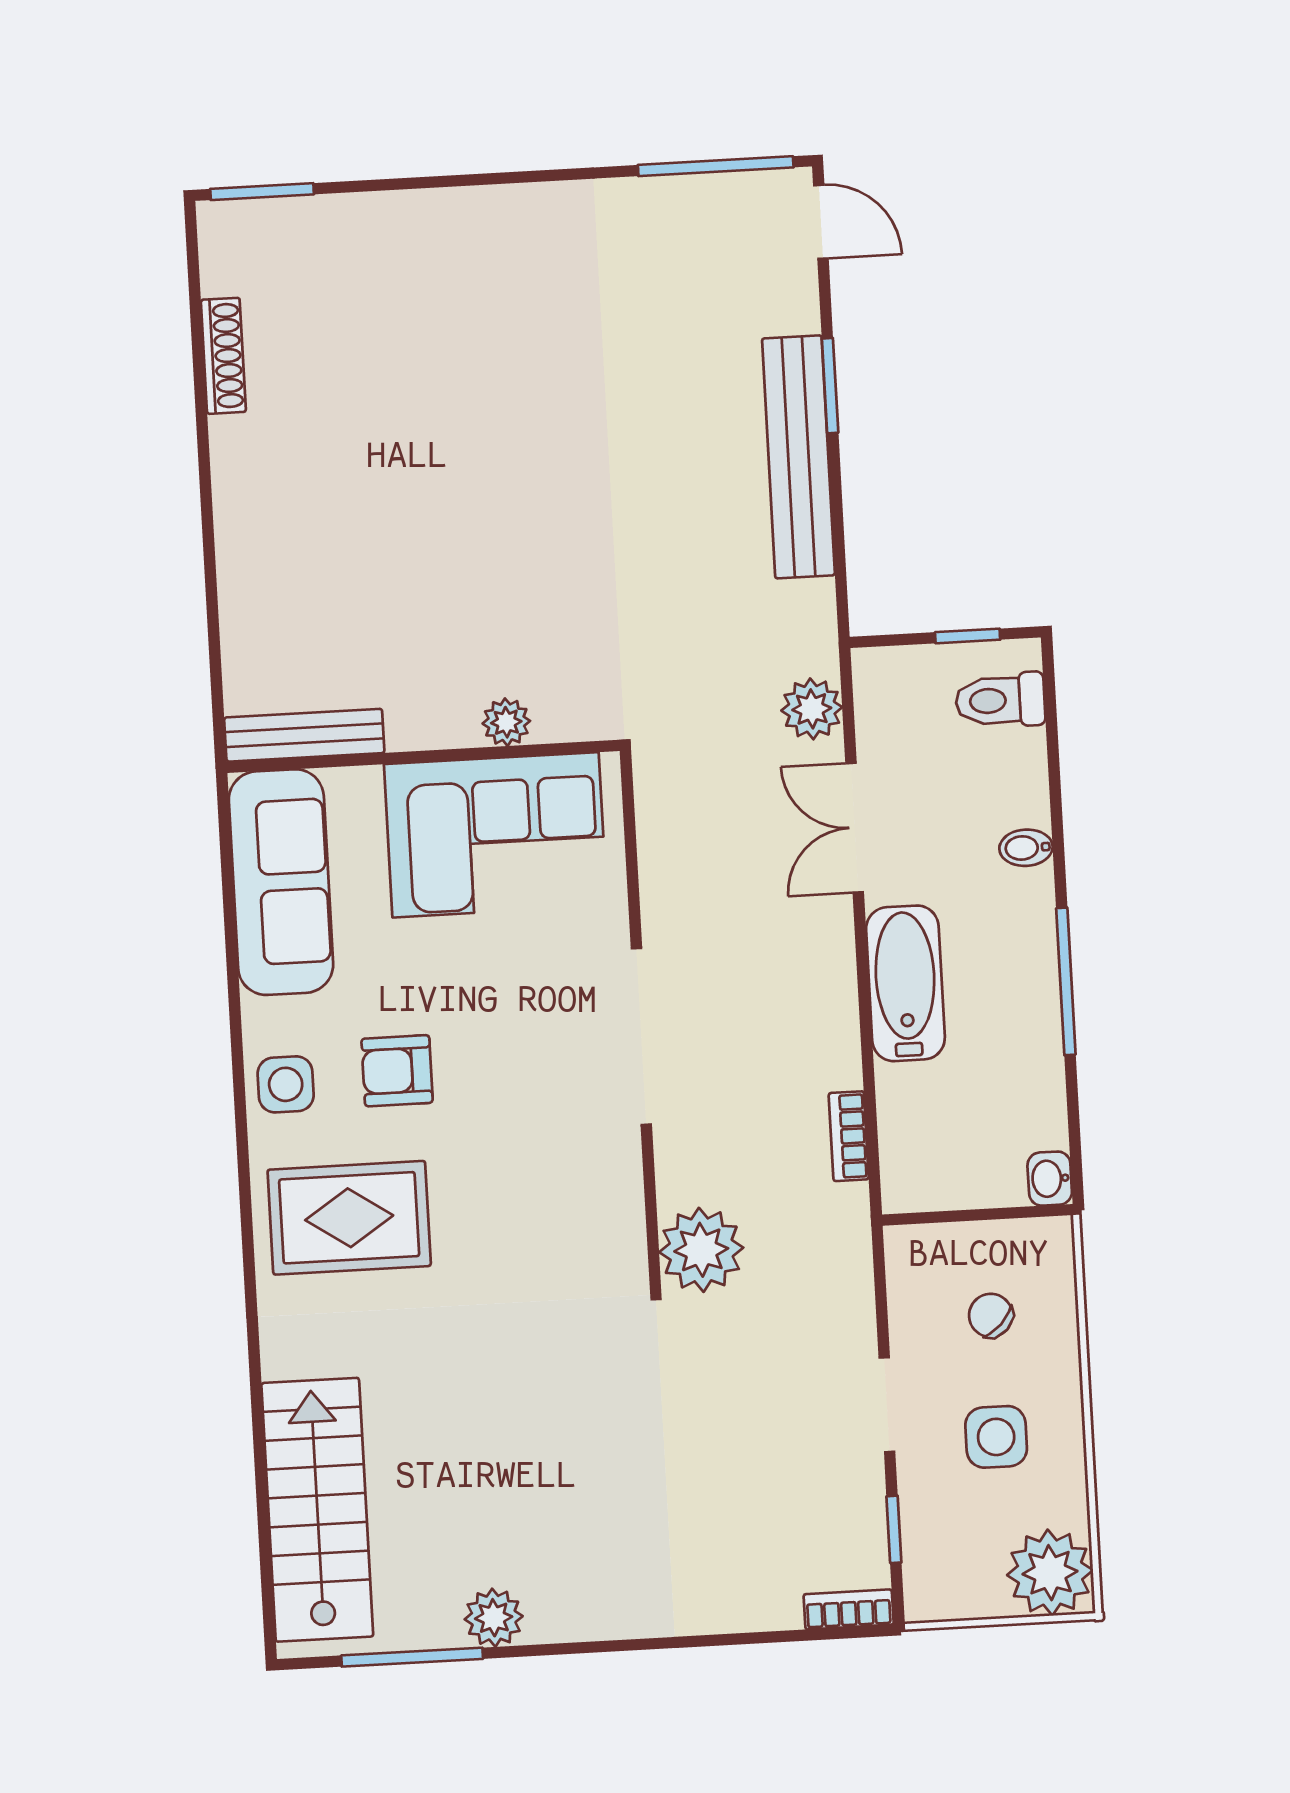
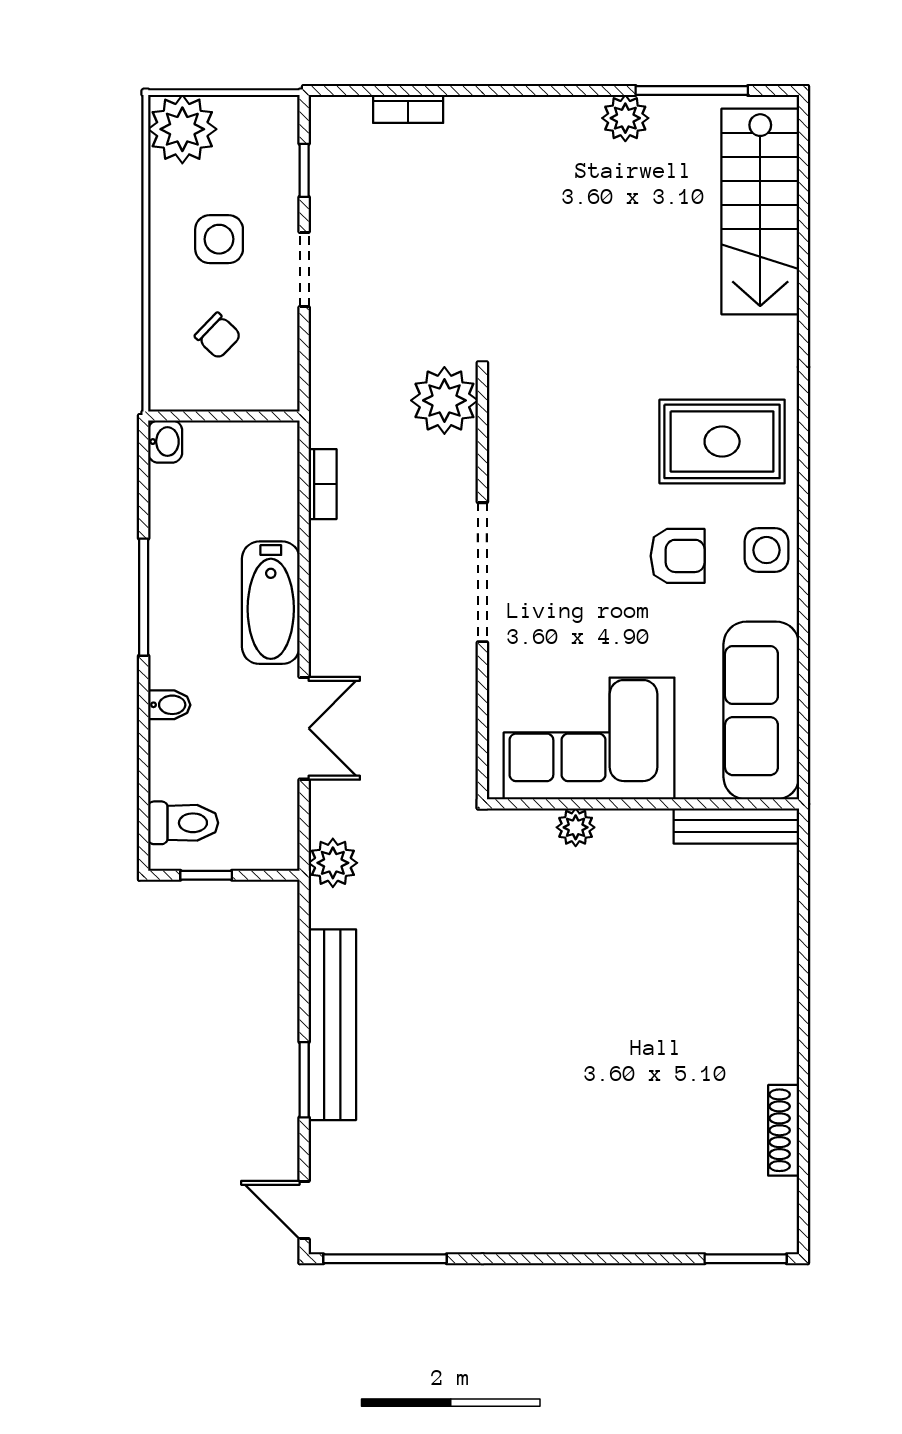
plant: (812, 709) -> (333, 863), moved
bookcase: (849, 1609) -> (408, 109), moved

